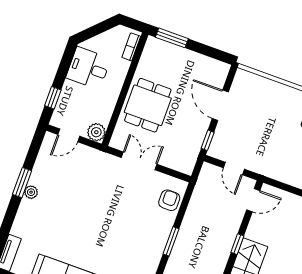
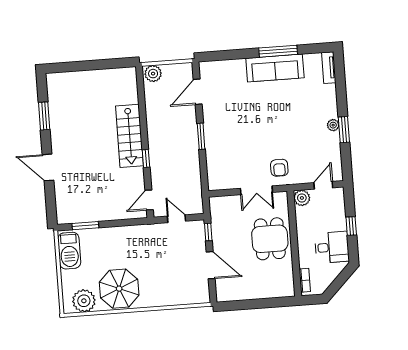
window: (172, 38) -> (275, 302), removed
window: (53, 98) -> (351, 226), moved
armchair: (169, 200) -> (279, 168), moved

